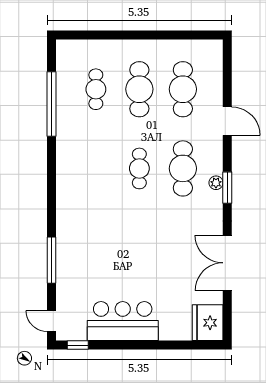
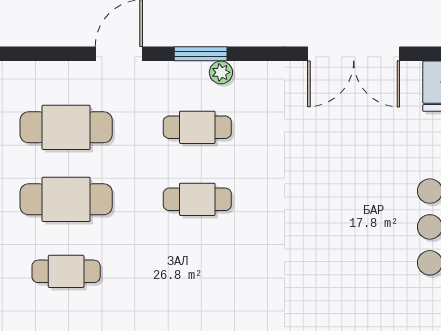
cafe table: (183, 168) -> (197, 127), width x0.73, depth x0.74
window: (227, 188) -> (201, 54), moved

